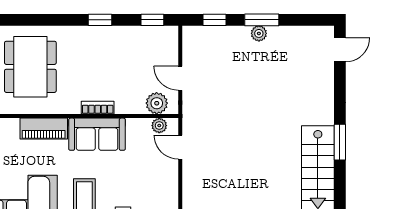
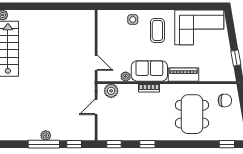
window: (262, 20) -> (44, 144), width x1.44
door: (180, 78) -> (96, 107), swing flipped
plant: (159, 126) -> (126, 77), moved

